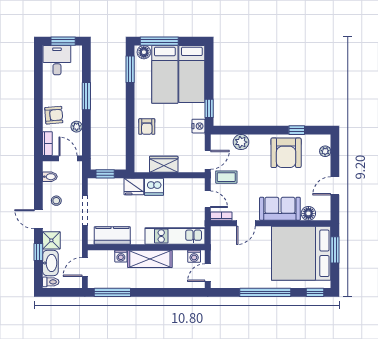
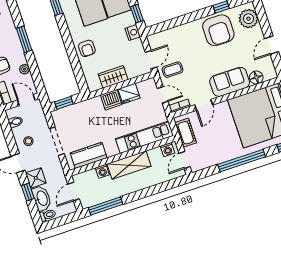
plant: (241, 142) -> (175, 34), removed
plant: (325, 151) -> (248, 19), width x1.88, depth x1.88
fridge: (134, 187) -> (129, 94), moved
cot: (218, 245) -> (186, 133), added

